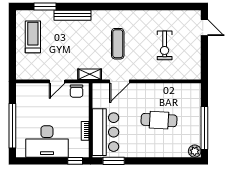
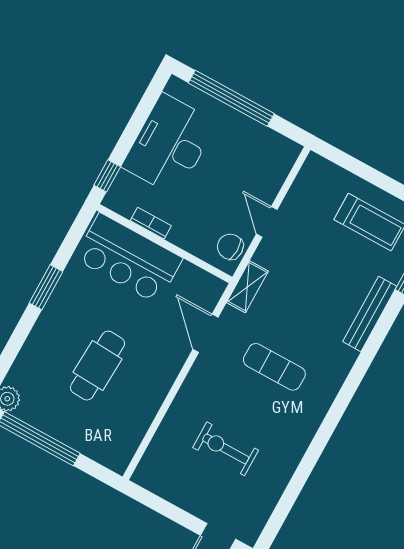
window: (114, 161) -> (46, 287), moved

